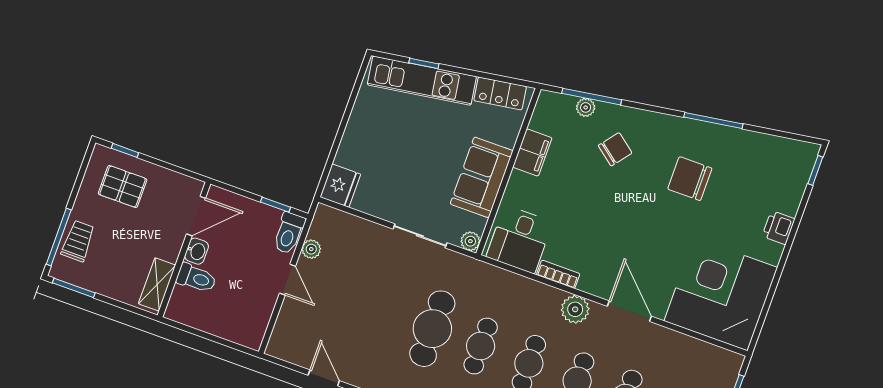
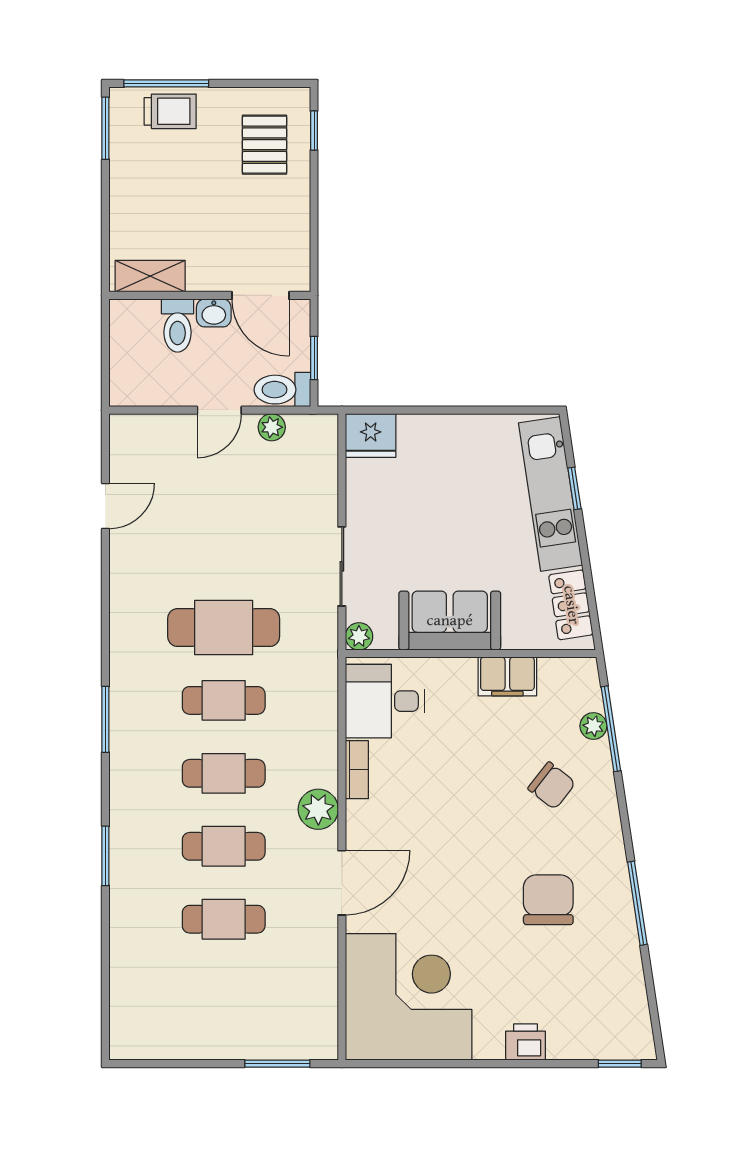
door: (196, 216) -> (261, 295), moved
wall: (184, 250) -> (210, 295), moved
washbasin: (197, 251) -> (214, 313), moved
toilet: (196, 278) -> (178, 326), moved
shelving: (157, 284) -> (150, 276), moved

